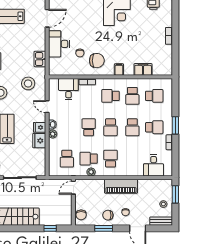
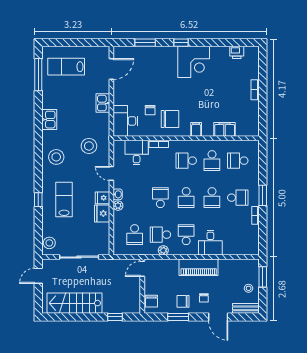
desk: (59, 44) -> (125, 121), moved
kitchen sink: (40, 59) -> (103, 103), moved
school desk: (154, 96) -> (238, 161), turned 180
desk: (154, 165) -> (210, 243), moved

